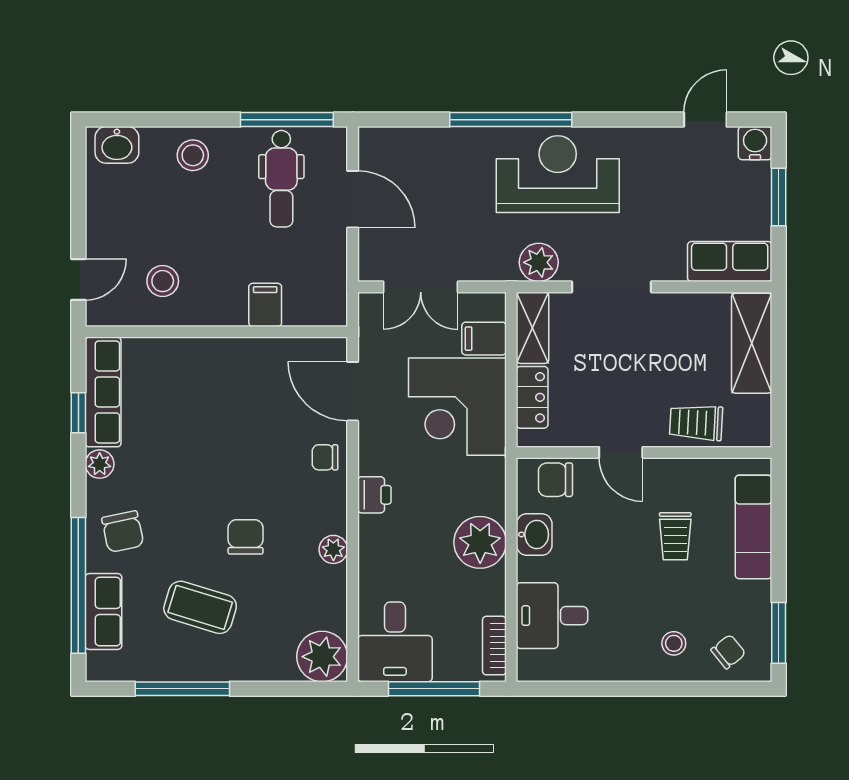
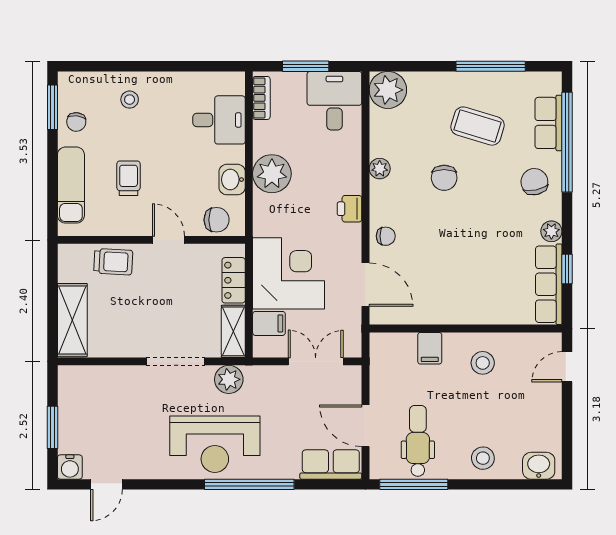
row of seats: (730, 262) -> (331, 464), moved, turned 180
stool: (163, 281) -> (483, 363), moved
chair: (728, 652) -> (76, 122), moved, turned -44
window: (434, 689) -> (306, 66), width x0.69

